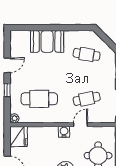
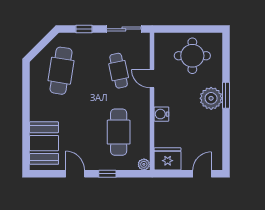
booth: (47, 41) -> (44, 143), moved
cafe table: (87, 54) -> (61, 71), width x1.37, depth x1.35
water cooler: (64, 132) -> (161, 114), moved

